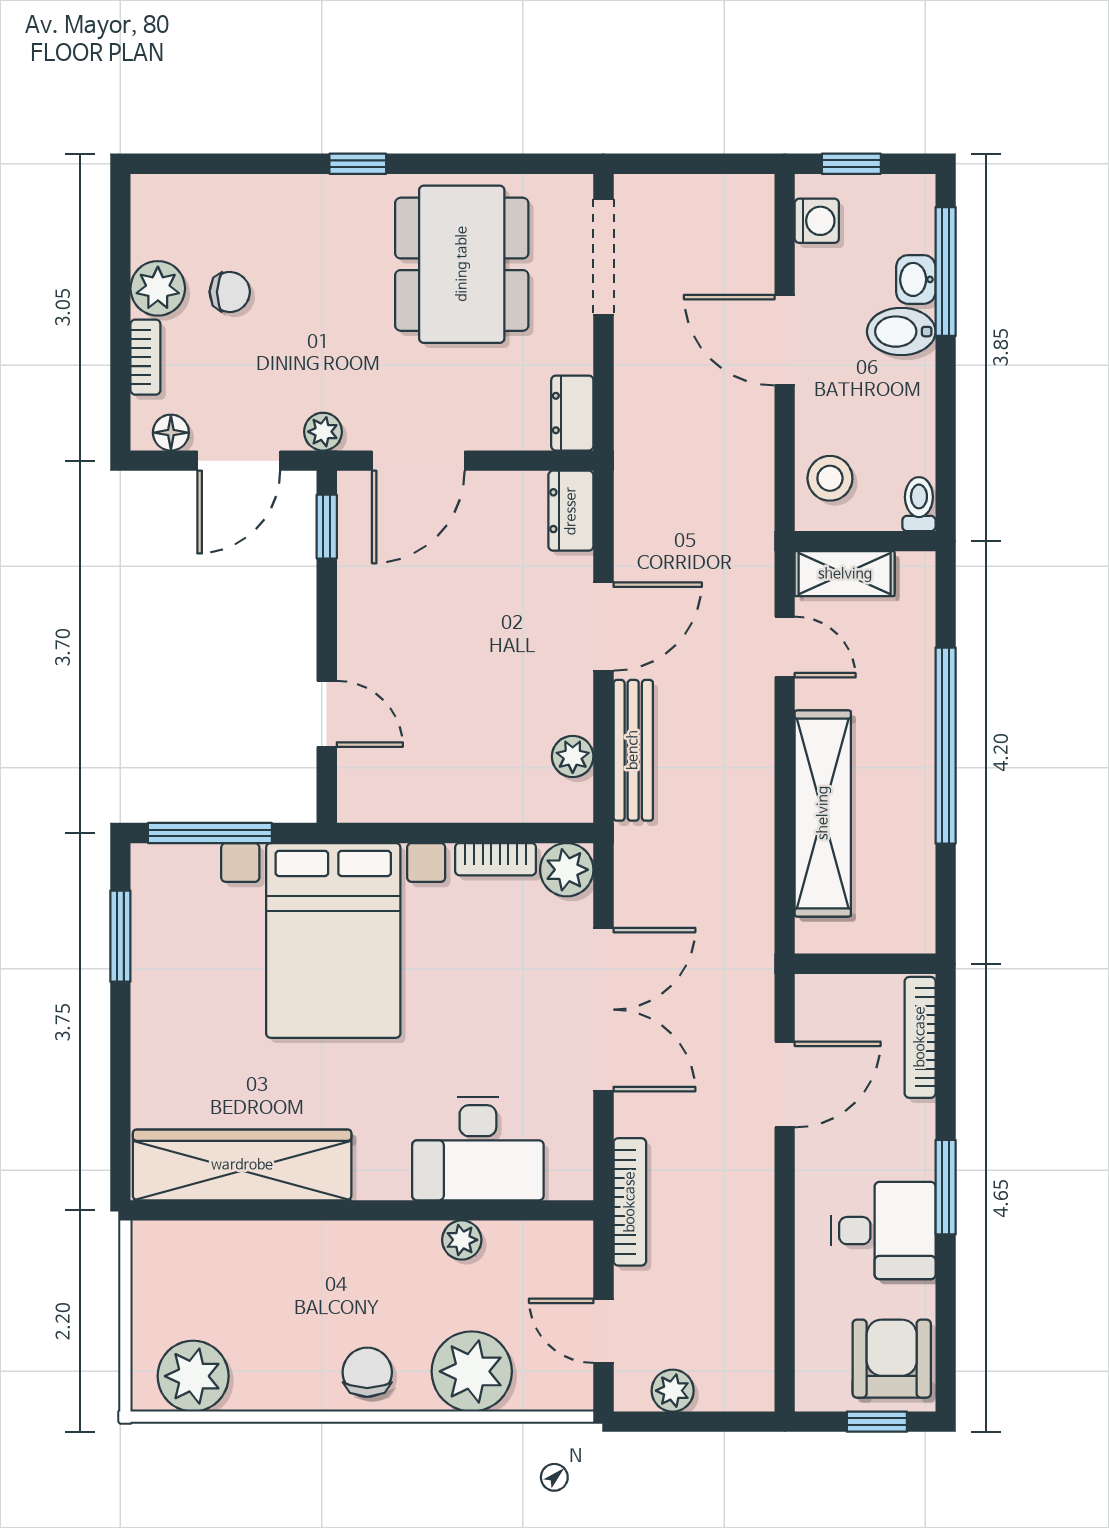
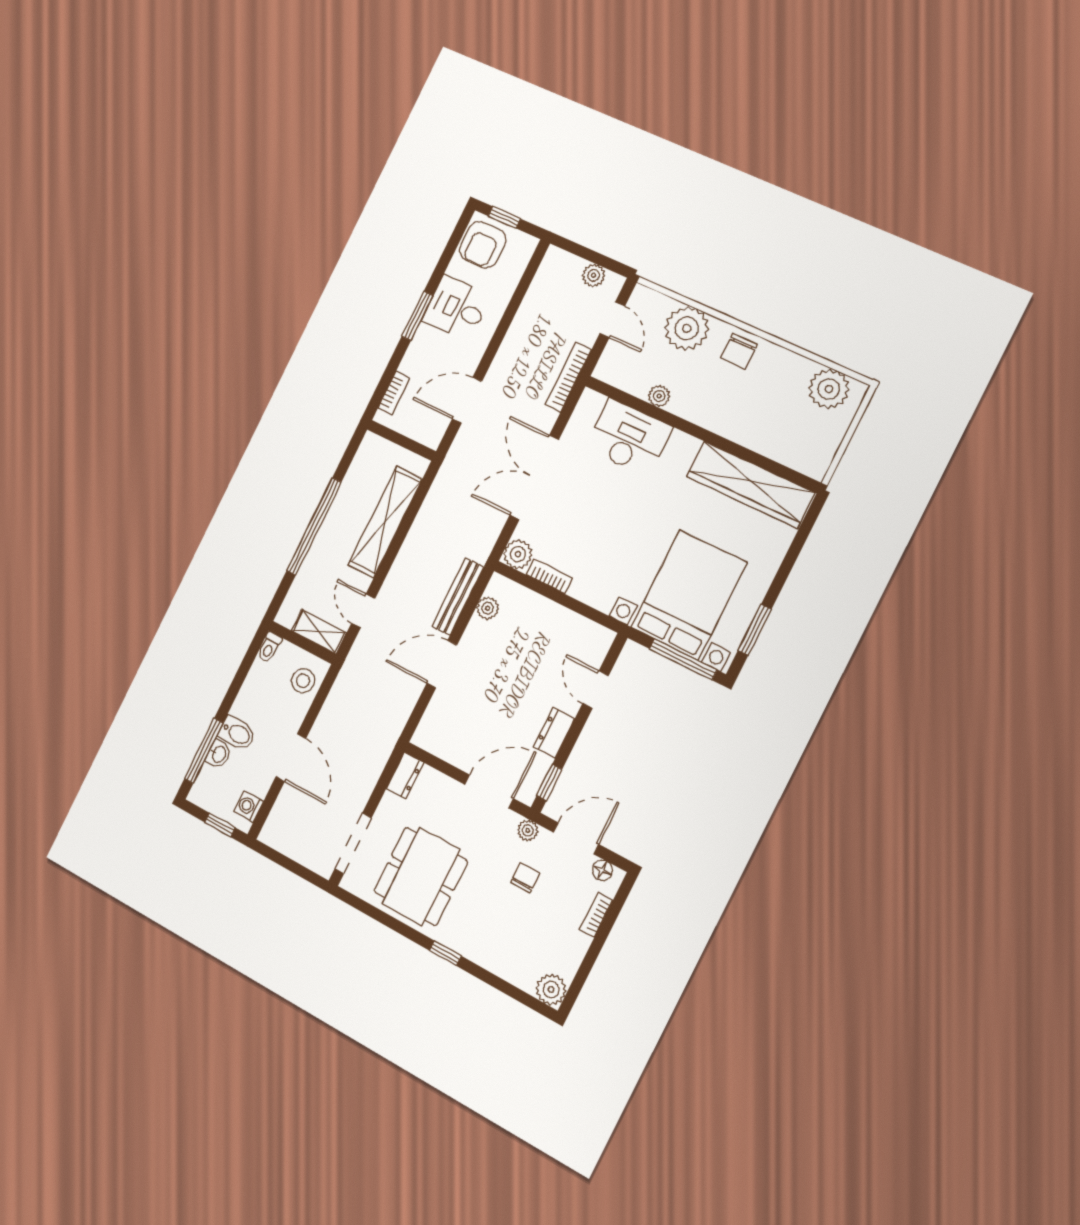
plant: (158, 288) -> (551, 990), moved
chair: (230, 292) -> (525, 878), moved, turned 89
dresser: (571, 511) -> (554, 733), moved, turned 180
bed with nightstands: (333, 940) -> (689, 595), moved
bookcase: (920, 1037) -> (394, 393), width x0.64

